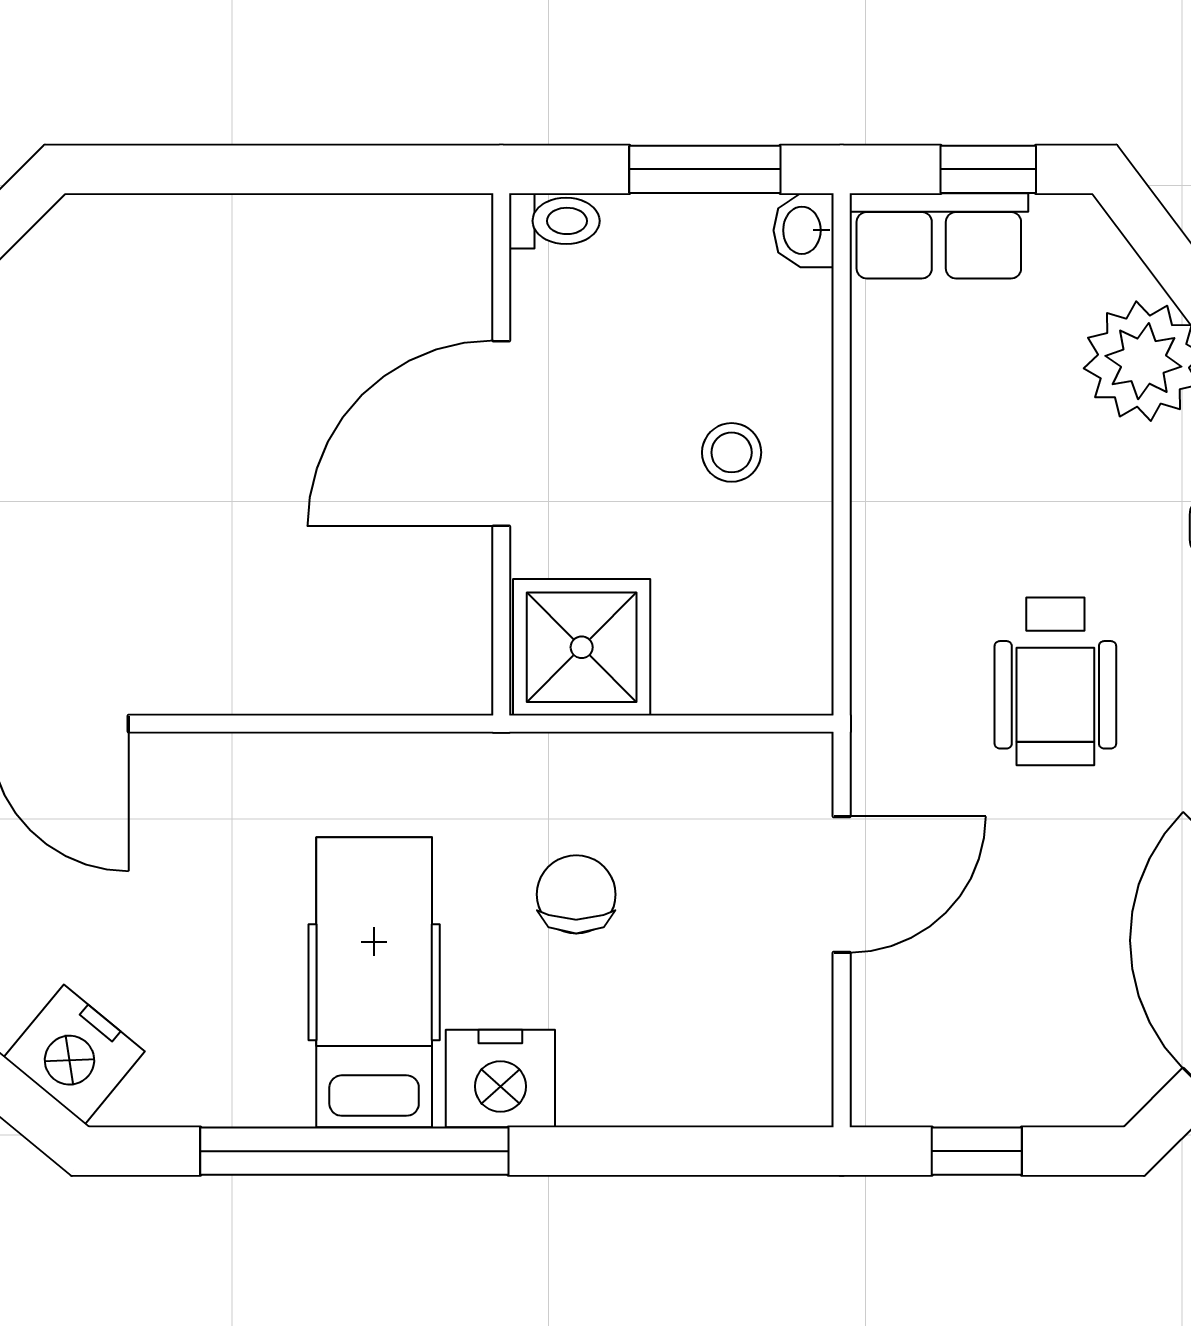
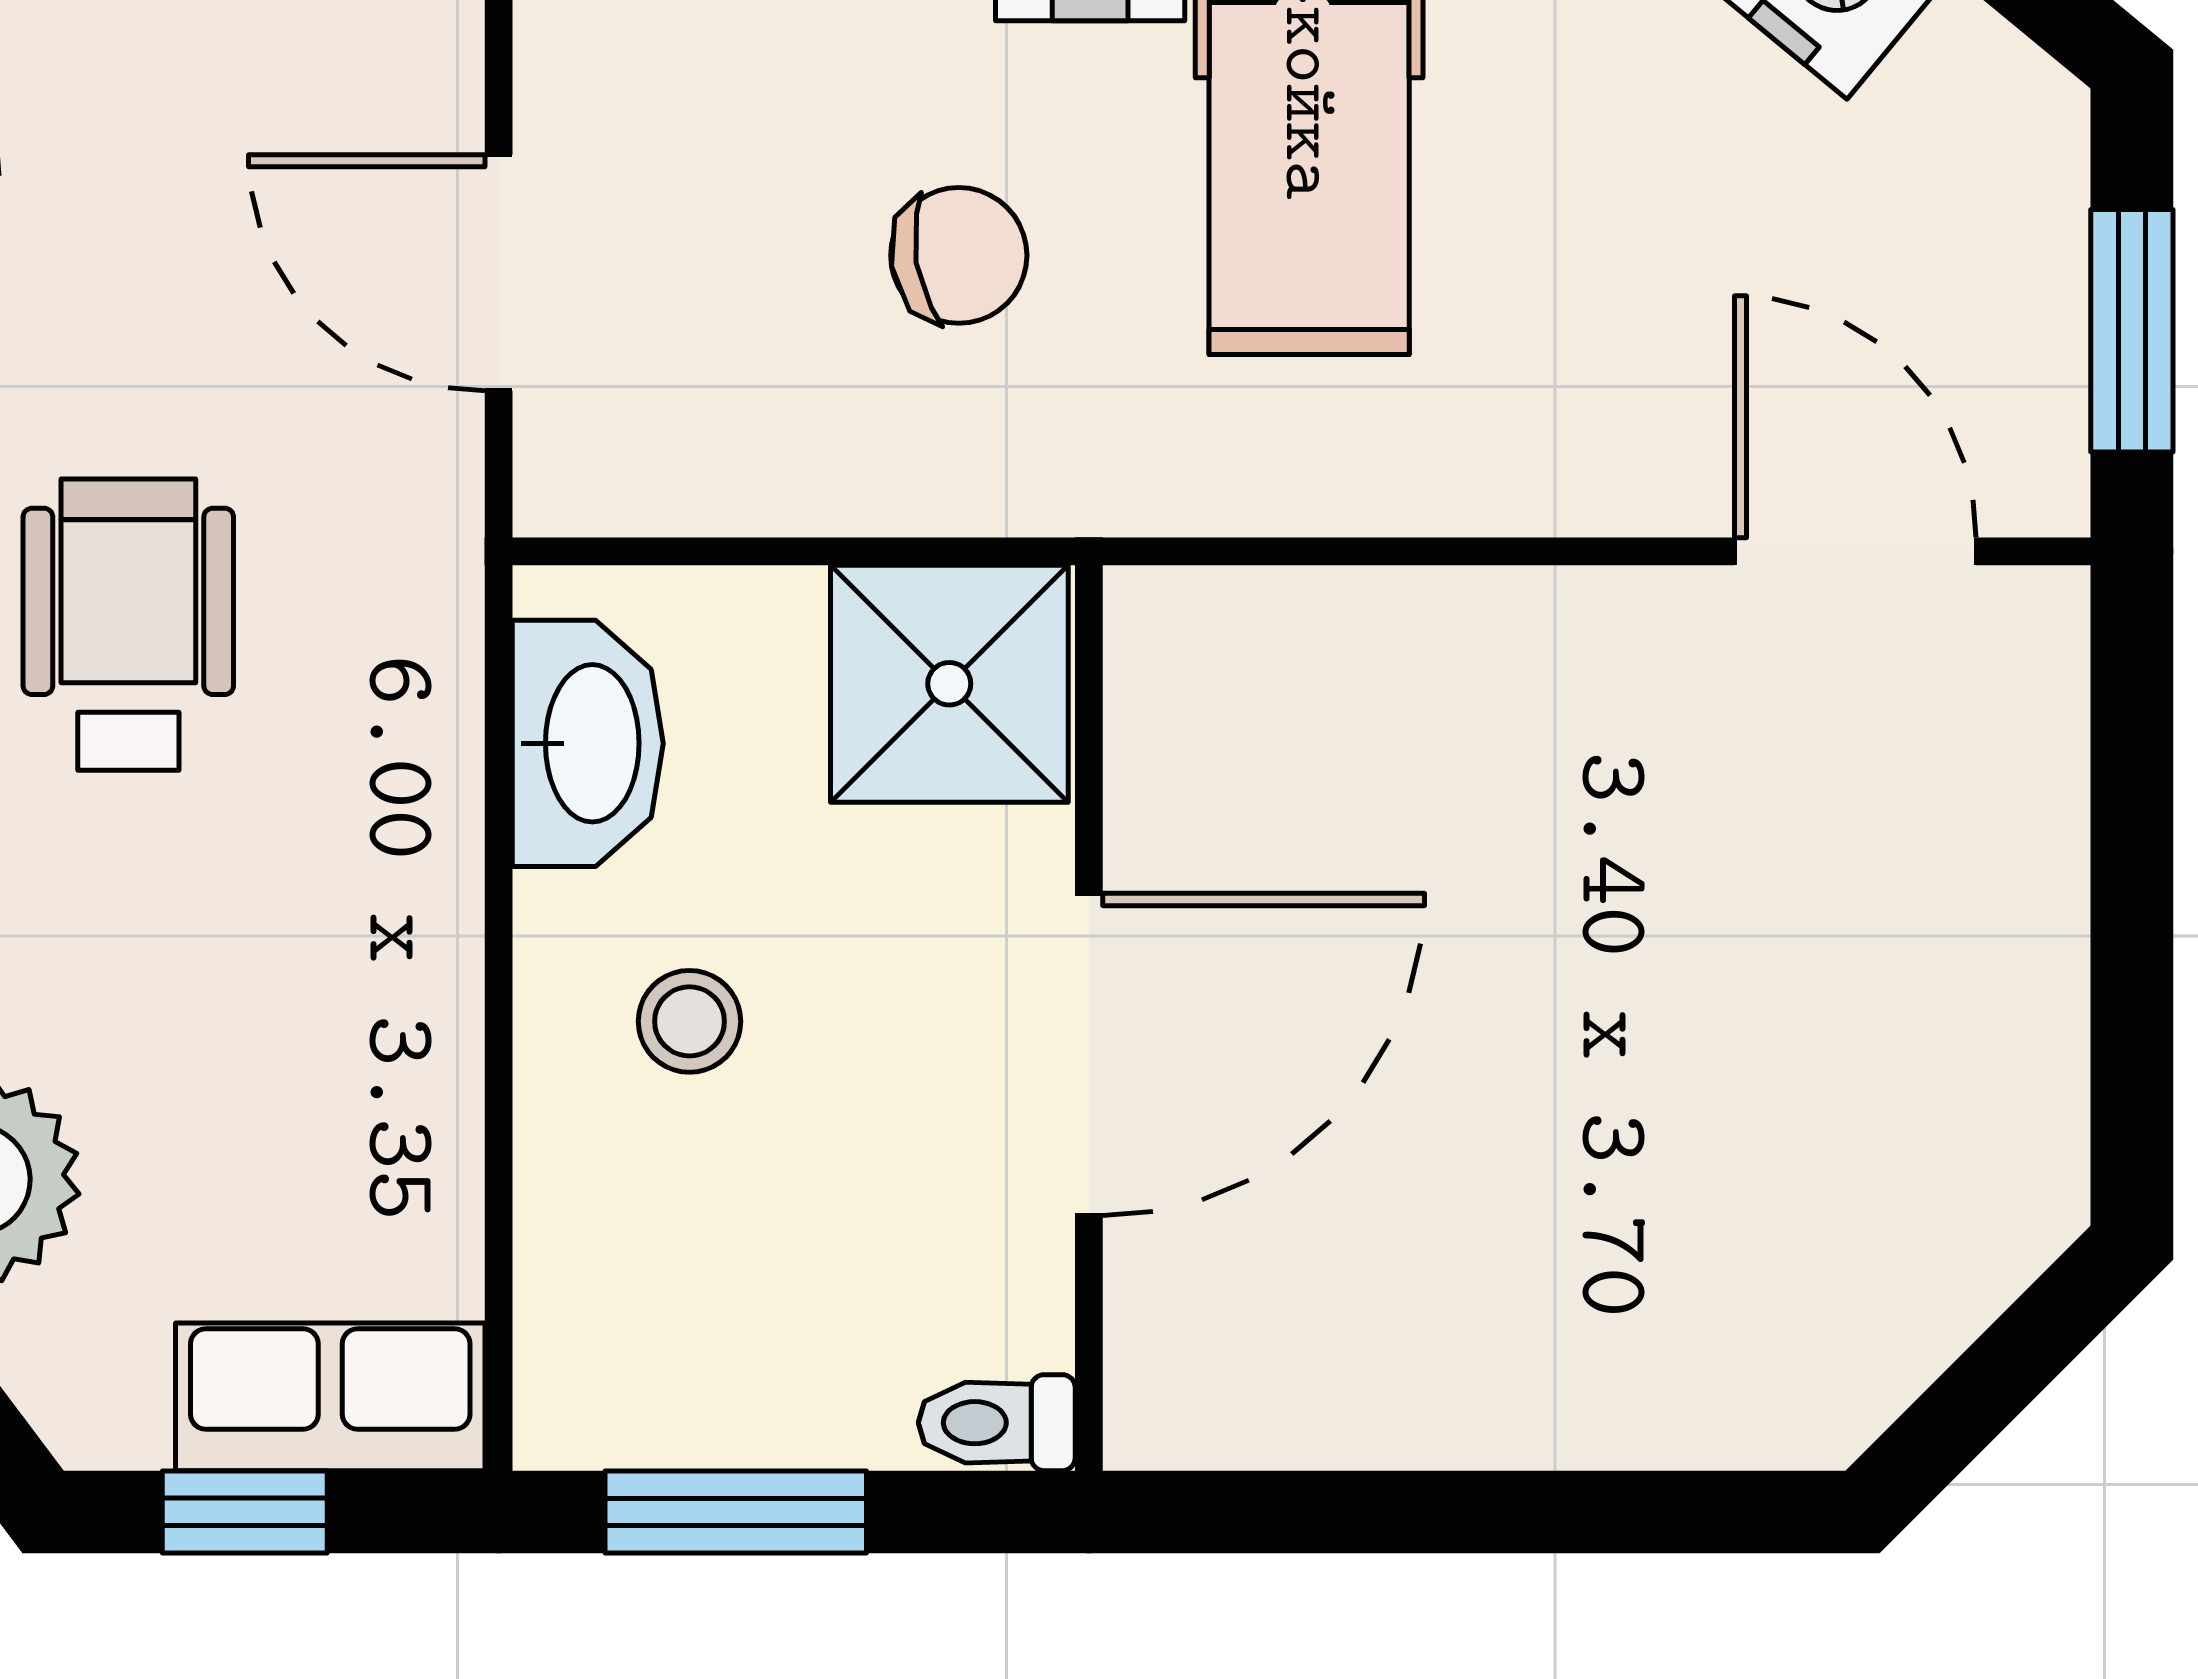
washbasin: (804, 230) -> (588, 743), moved, width x1.91, depth x1.45
door: (842, 884) -> (499, 273), hinge flipped
chair: (576, 894) -> (959, 255), turned -99

